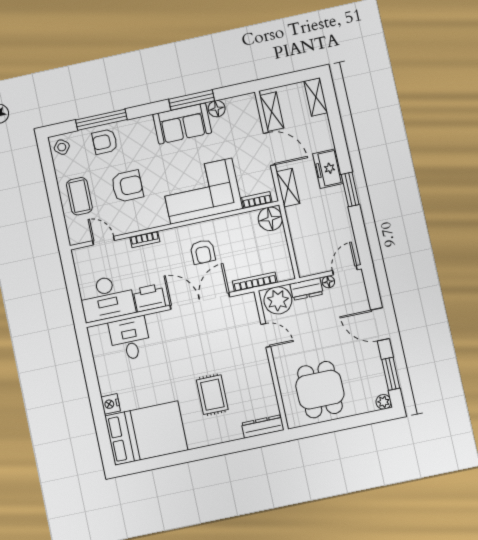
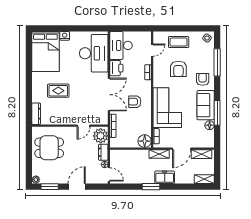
armchair: (105, 142) -> (203, 79), moved
desk: (130, 338) -> (94, 53), width x1.87, depth x1.30

